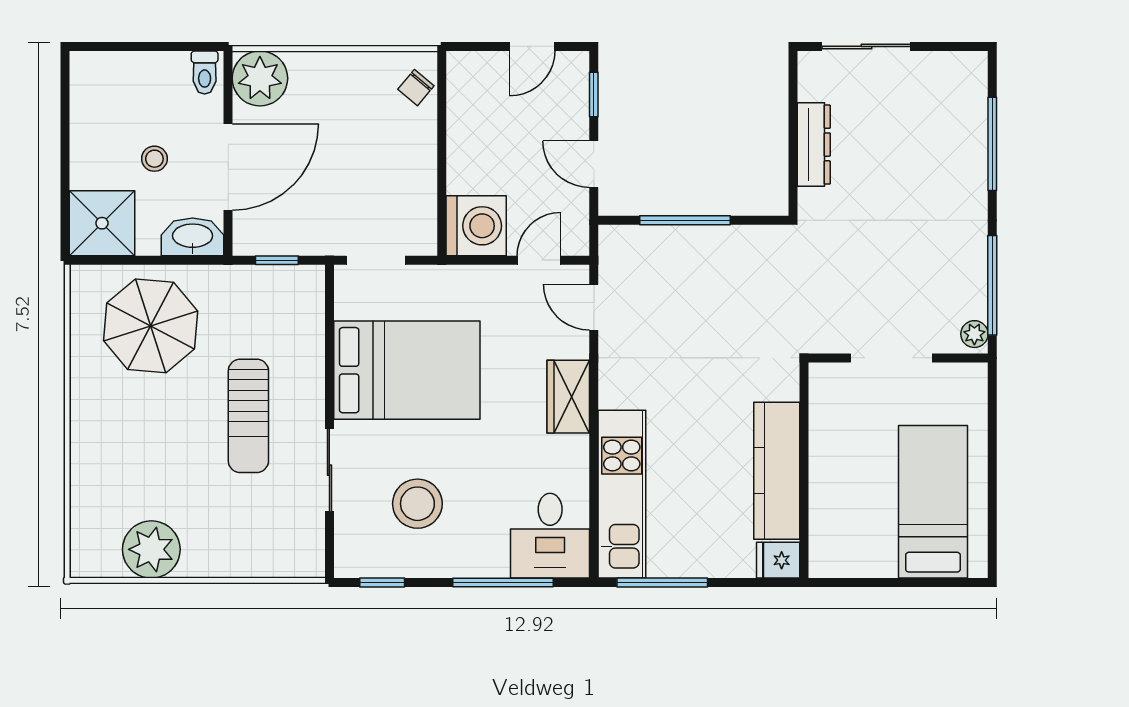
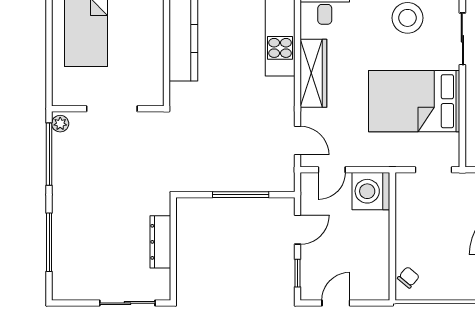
door: (594, 164) -> (297, 230), hinge flipped
wardrobe: (568, 397) -> (313, 73), width x1.50

